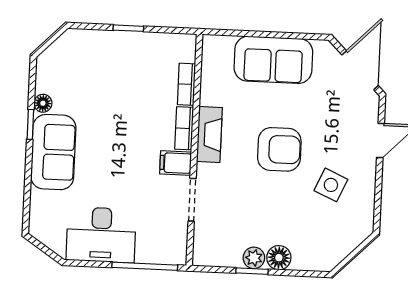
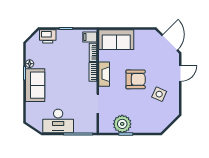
printer: (87, 44) -> (48, 36), added
sofa: (273, 60) -> (116, 40), moved
filing cabinet: (176, 163) -> (90, 37), moved
plant: (254, 258) -> (122, 124), width x1.87, depth x1.87
floor lamp: (279, 258) -> (137, 127), removed

